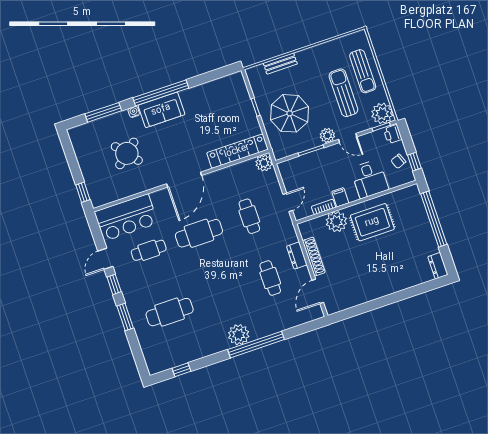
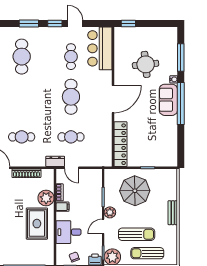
bench: (280, 63) -> (173, 213), moved
round table: (127, 153) -> (146, 64), turned 34
plant: (264, 163) -> (106, 160), removed
door: (184, 180) -> (113, 99), swing flipped
dresser: (297, 255) -> (55, 161), moved

